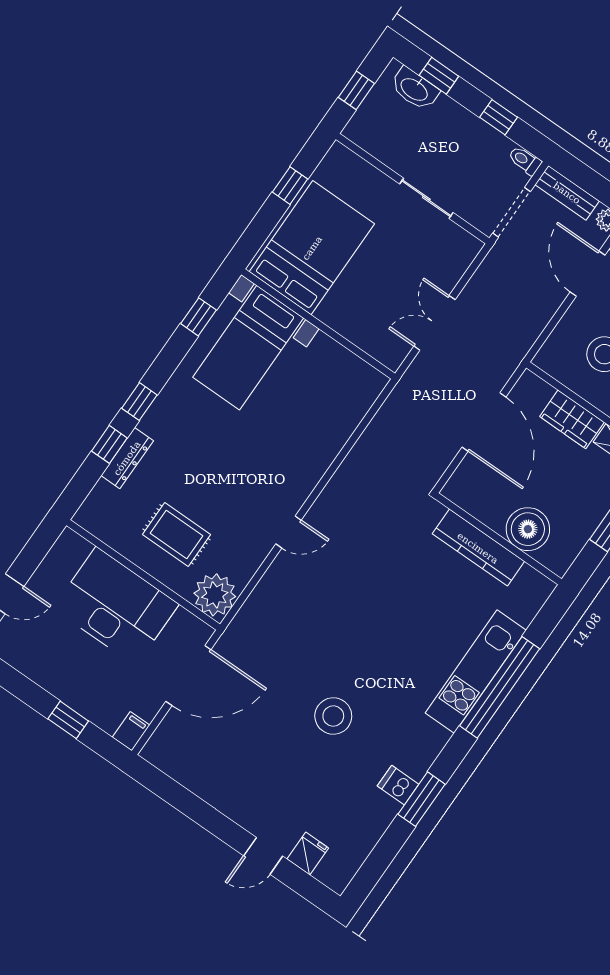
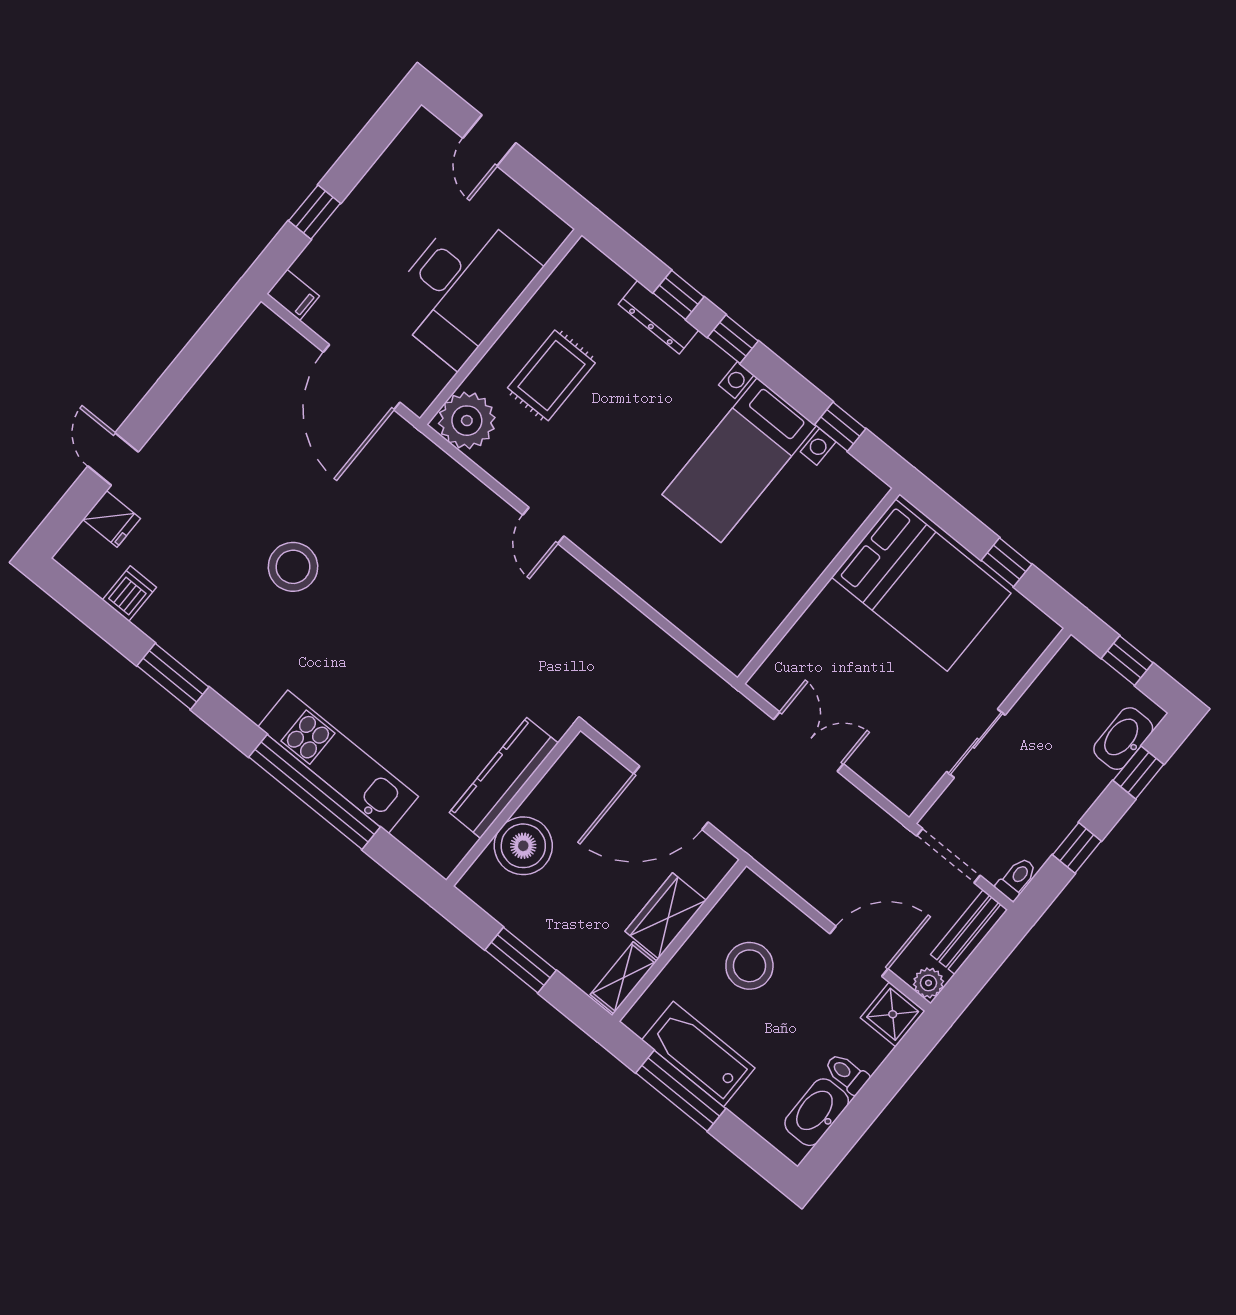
bed with nightstands: (248, 348) -> (739, 460), moved, turned -90
dishwasher: (398, 785) -> (129, 594), moved

